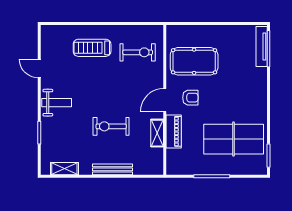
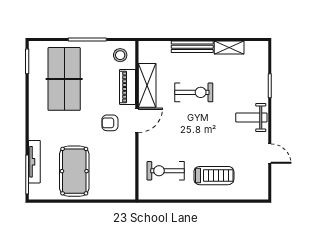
tv unit: (262, 46) -> (34, 162), moved
pool table: (194, 61) -> (74, 171), moved, turned 90
shelving: (157, 133) -> (147, 85), width x1.50, depth x1.33
table tennis table: (234, 139) -> (64, 79), turned 90
stool: (181, 162) -> (120, 55), added
shelving: (64, 169) -> (229, 48), moved

